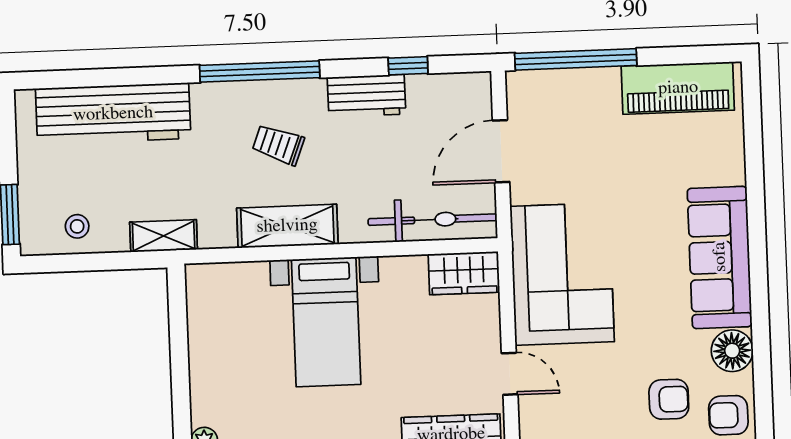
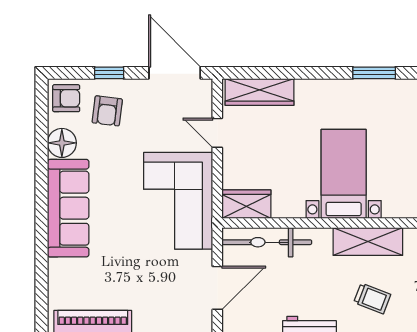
armchair: (669, 399) -> (107, 111), turned -83

